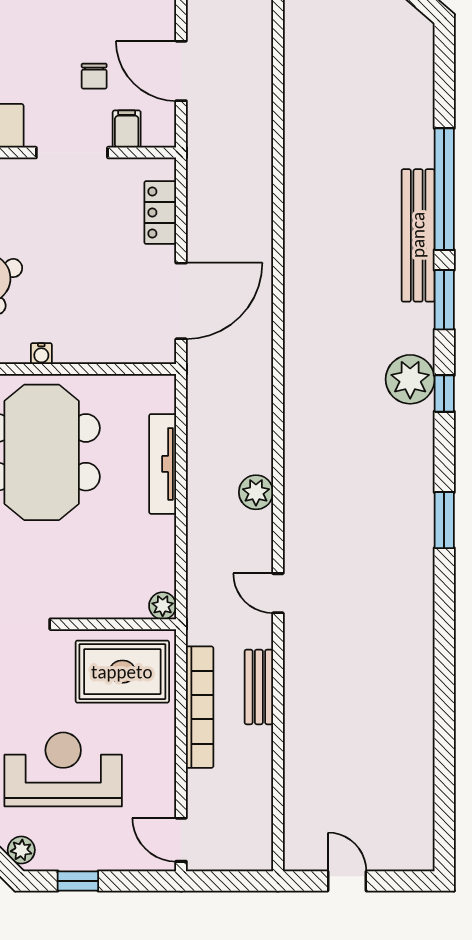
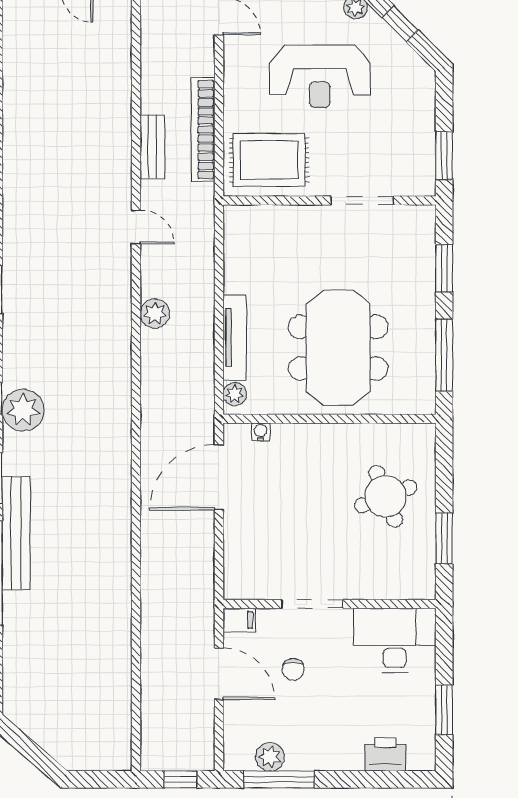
chair: (94, 76) -> (293, 669), turned 180
filing cabinet: (127, 129) -> (239, 620), moved, turned -90
locker: (160, 213) -> (237, 553), removed
water cooler: (41, 354) -> (261, 432), moved
plant: (163, 606) -> (235, 394), moved

